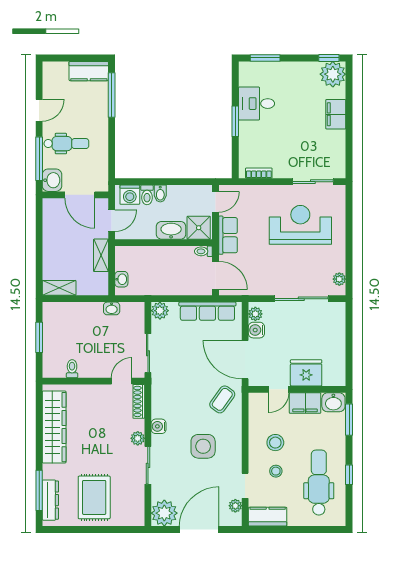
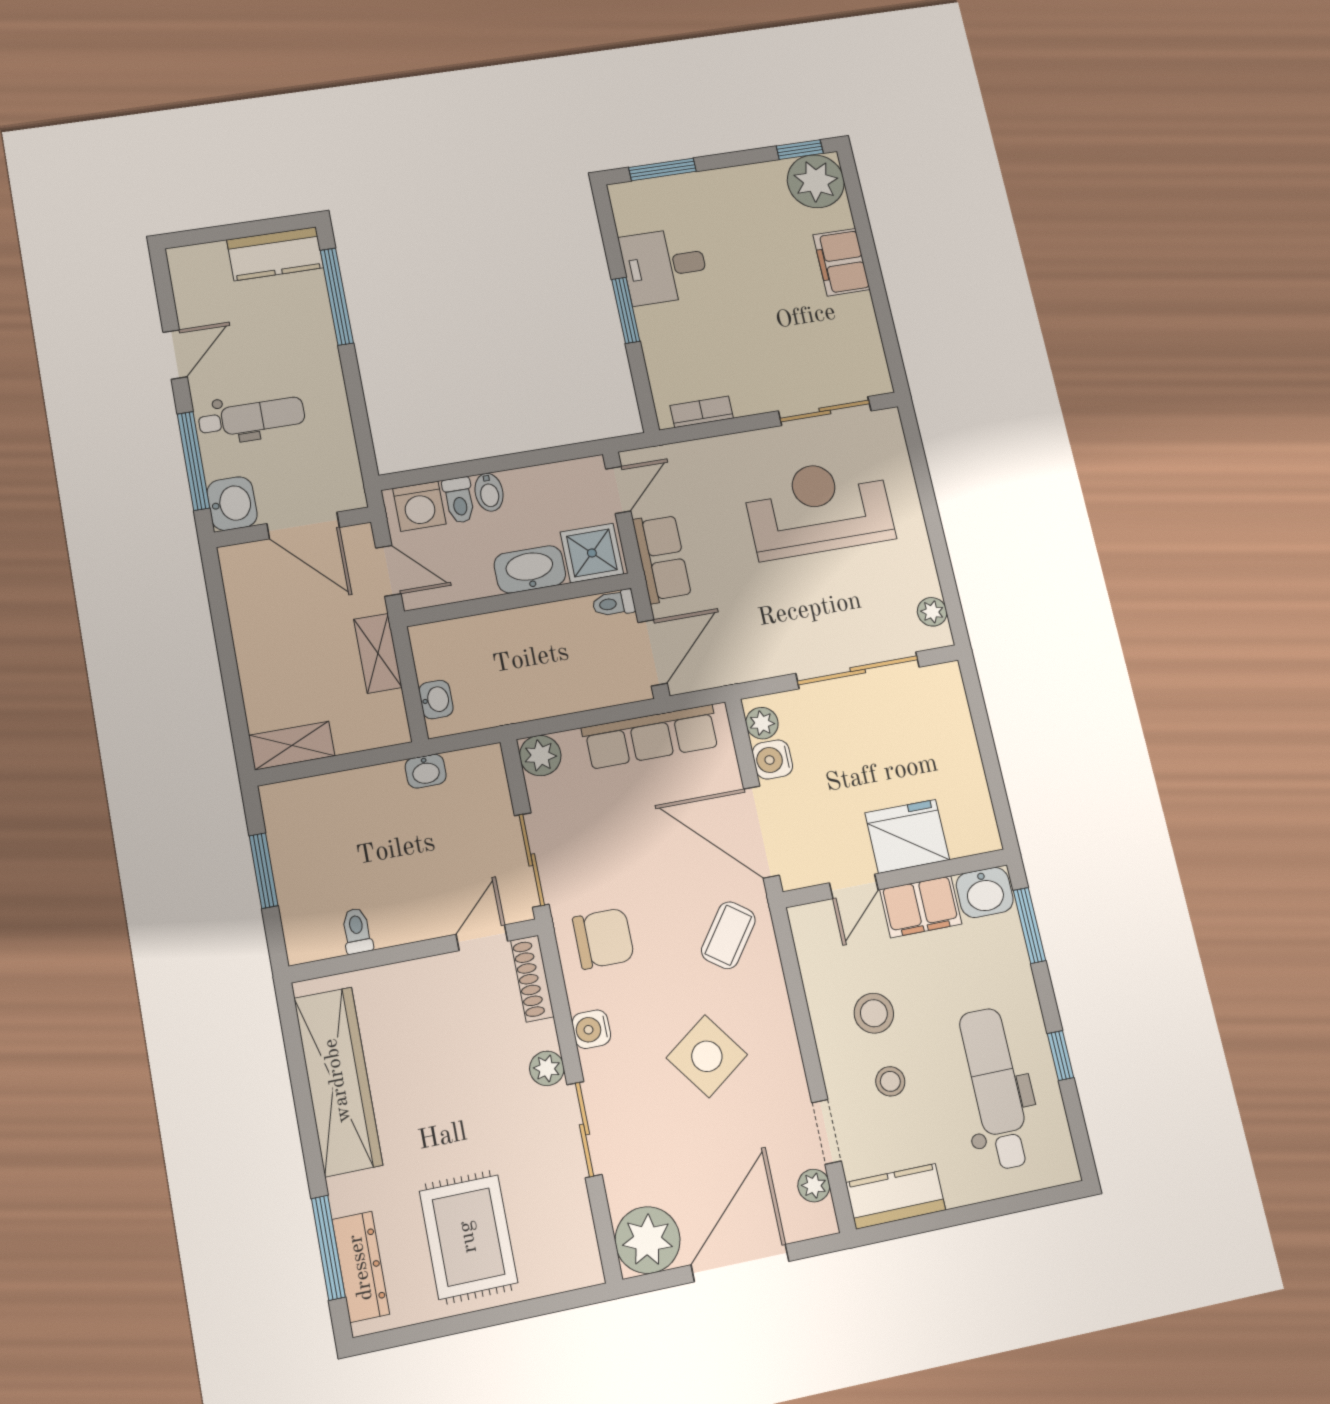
door: (112, 221) -> (388, 571), hinge flipped
door: (216, 276) -> (653, 653), hinge flipped
chair: (171, 391) -> (603, 939), added
side table: (203, 446) -> (707, 1056), turned -36

